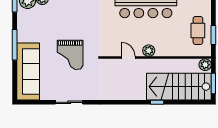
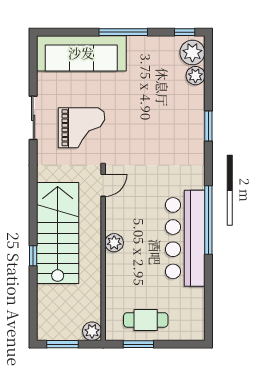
grand piano: (70, 55) -> (82, 128), moved, turned 180
door: (128, 58) -> (103, 185), moved
stairs: (179, 87) -> (58, 233), moved

